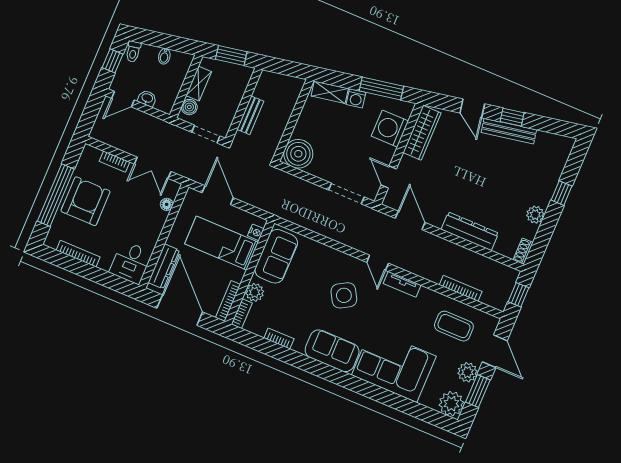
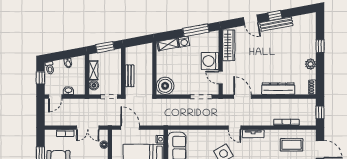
washing machine: (390, 129) -> (210, 61), moved

